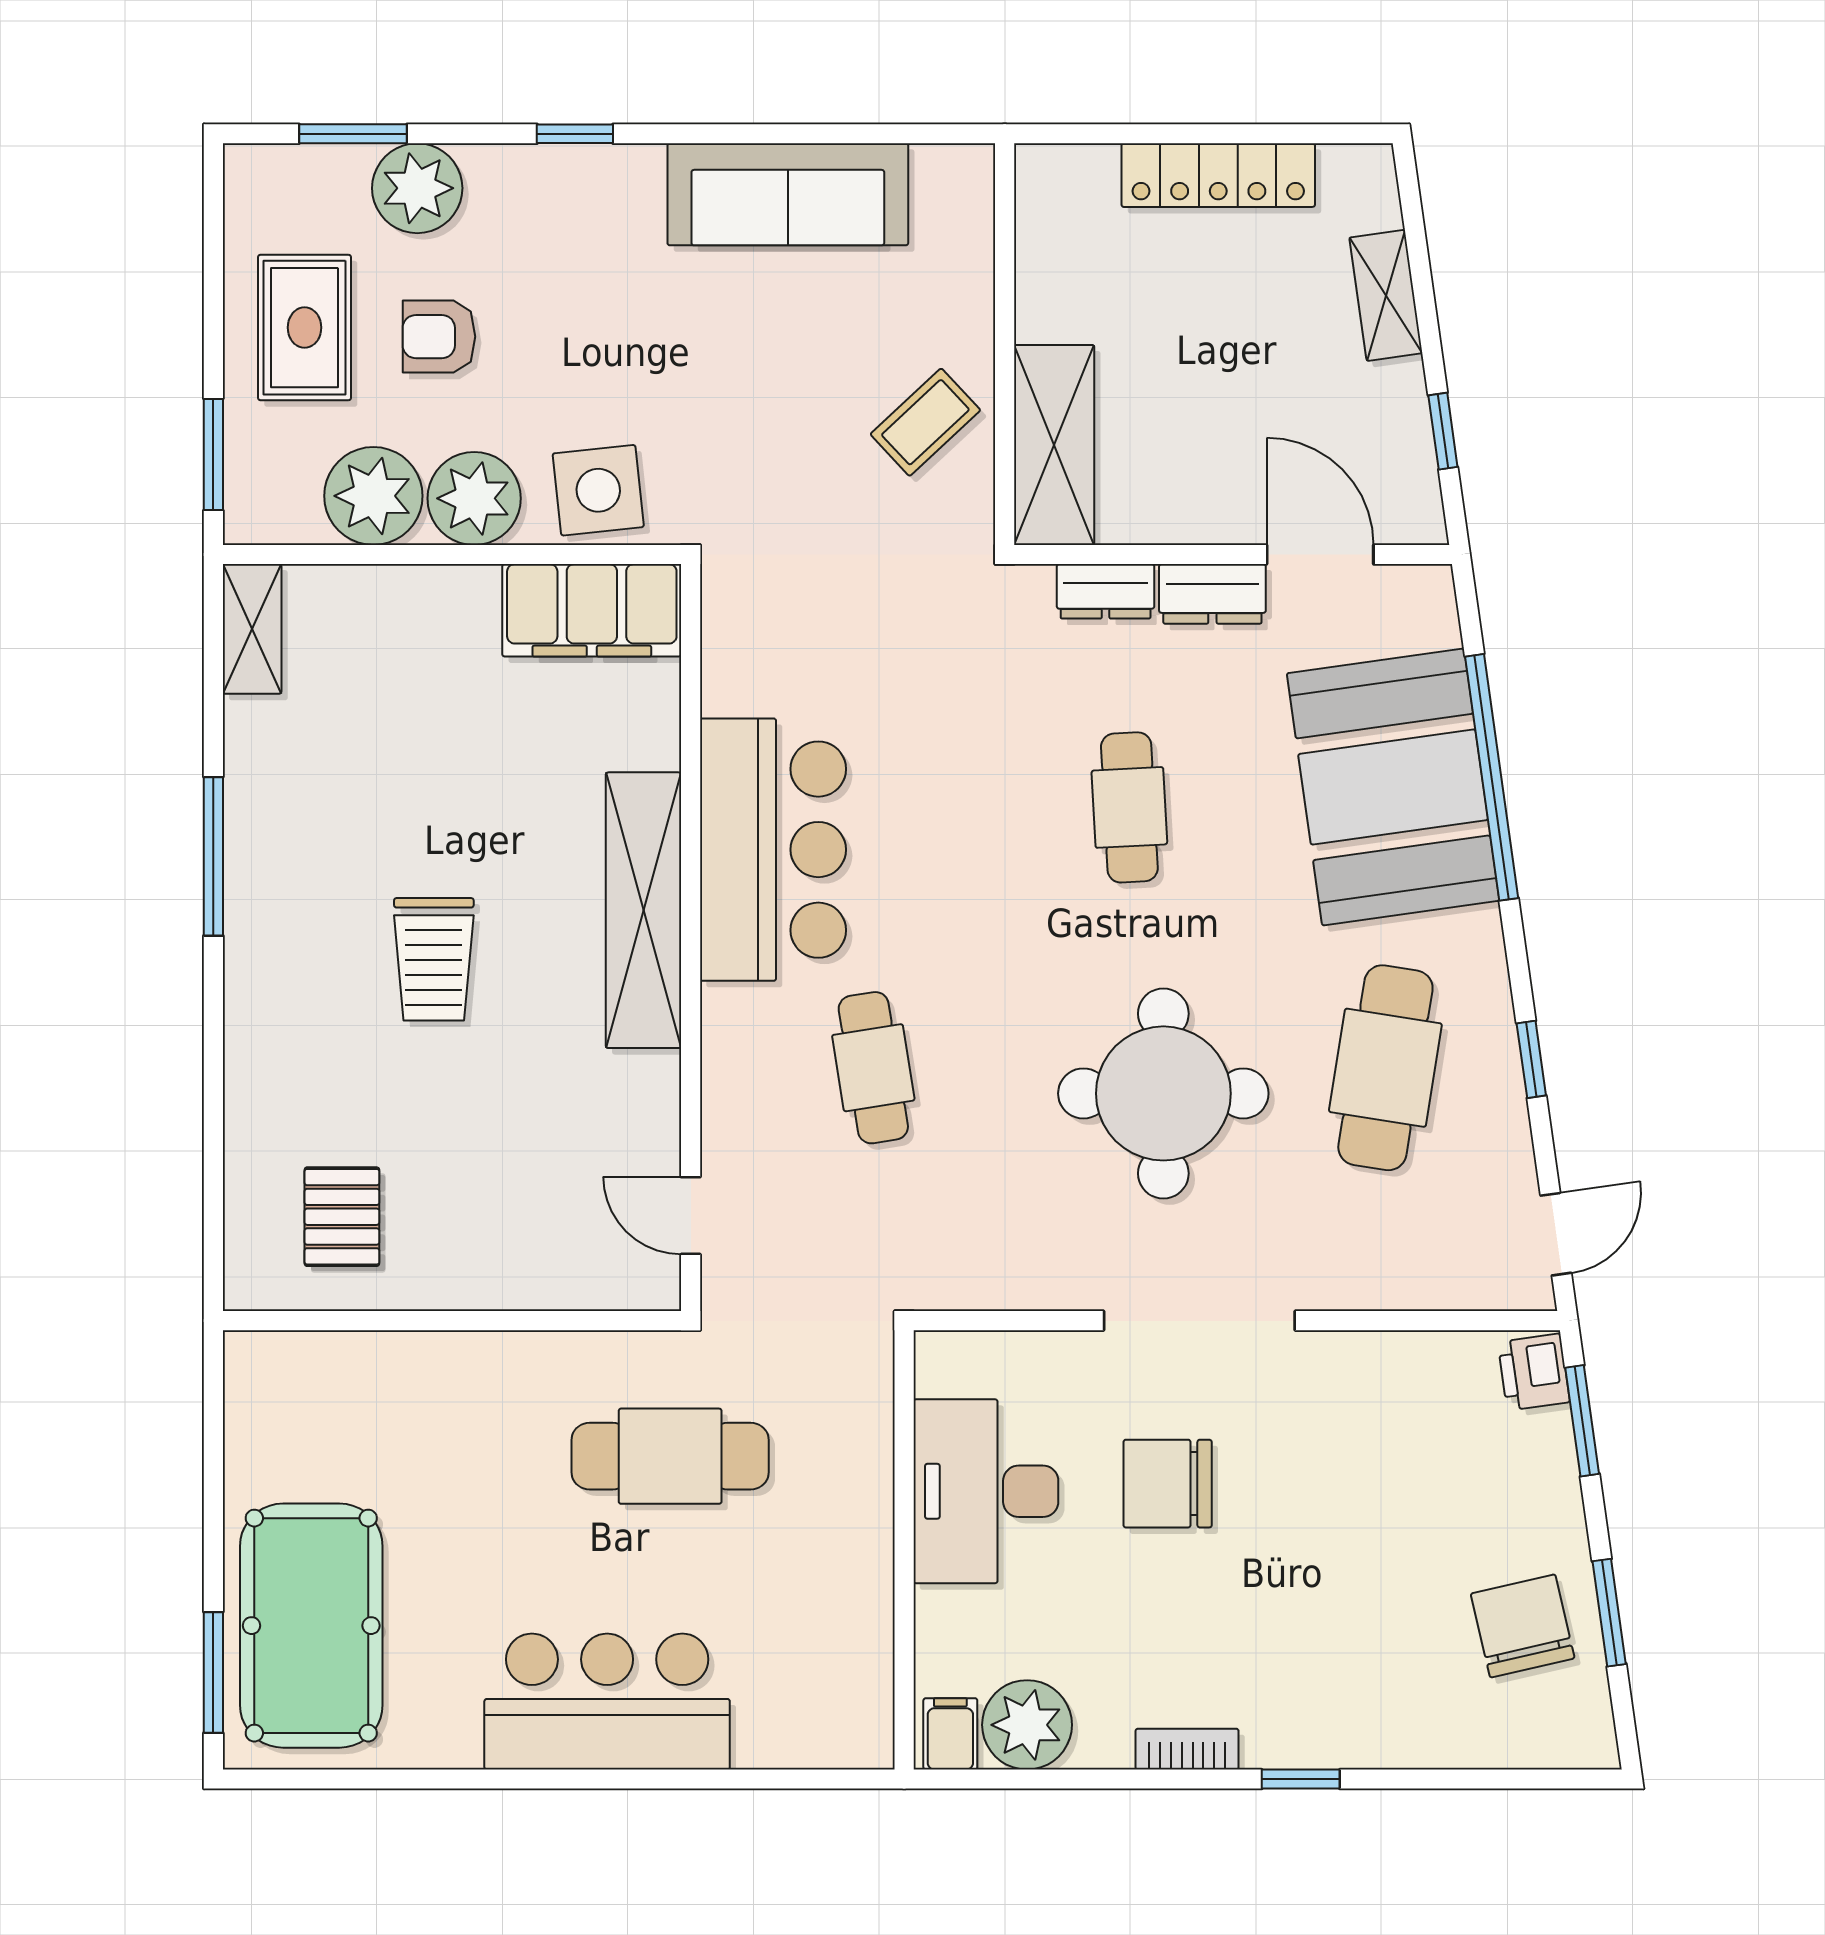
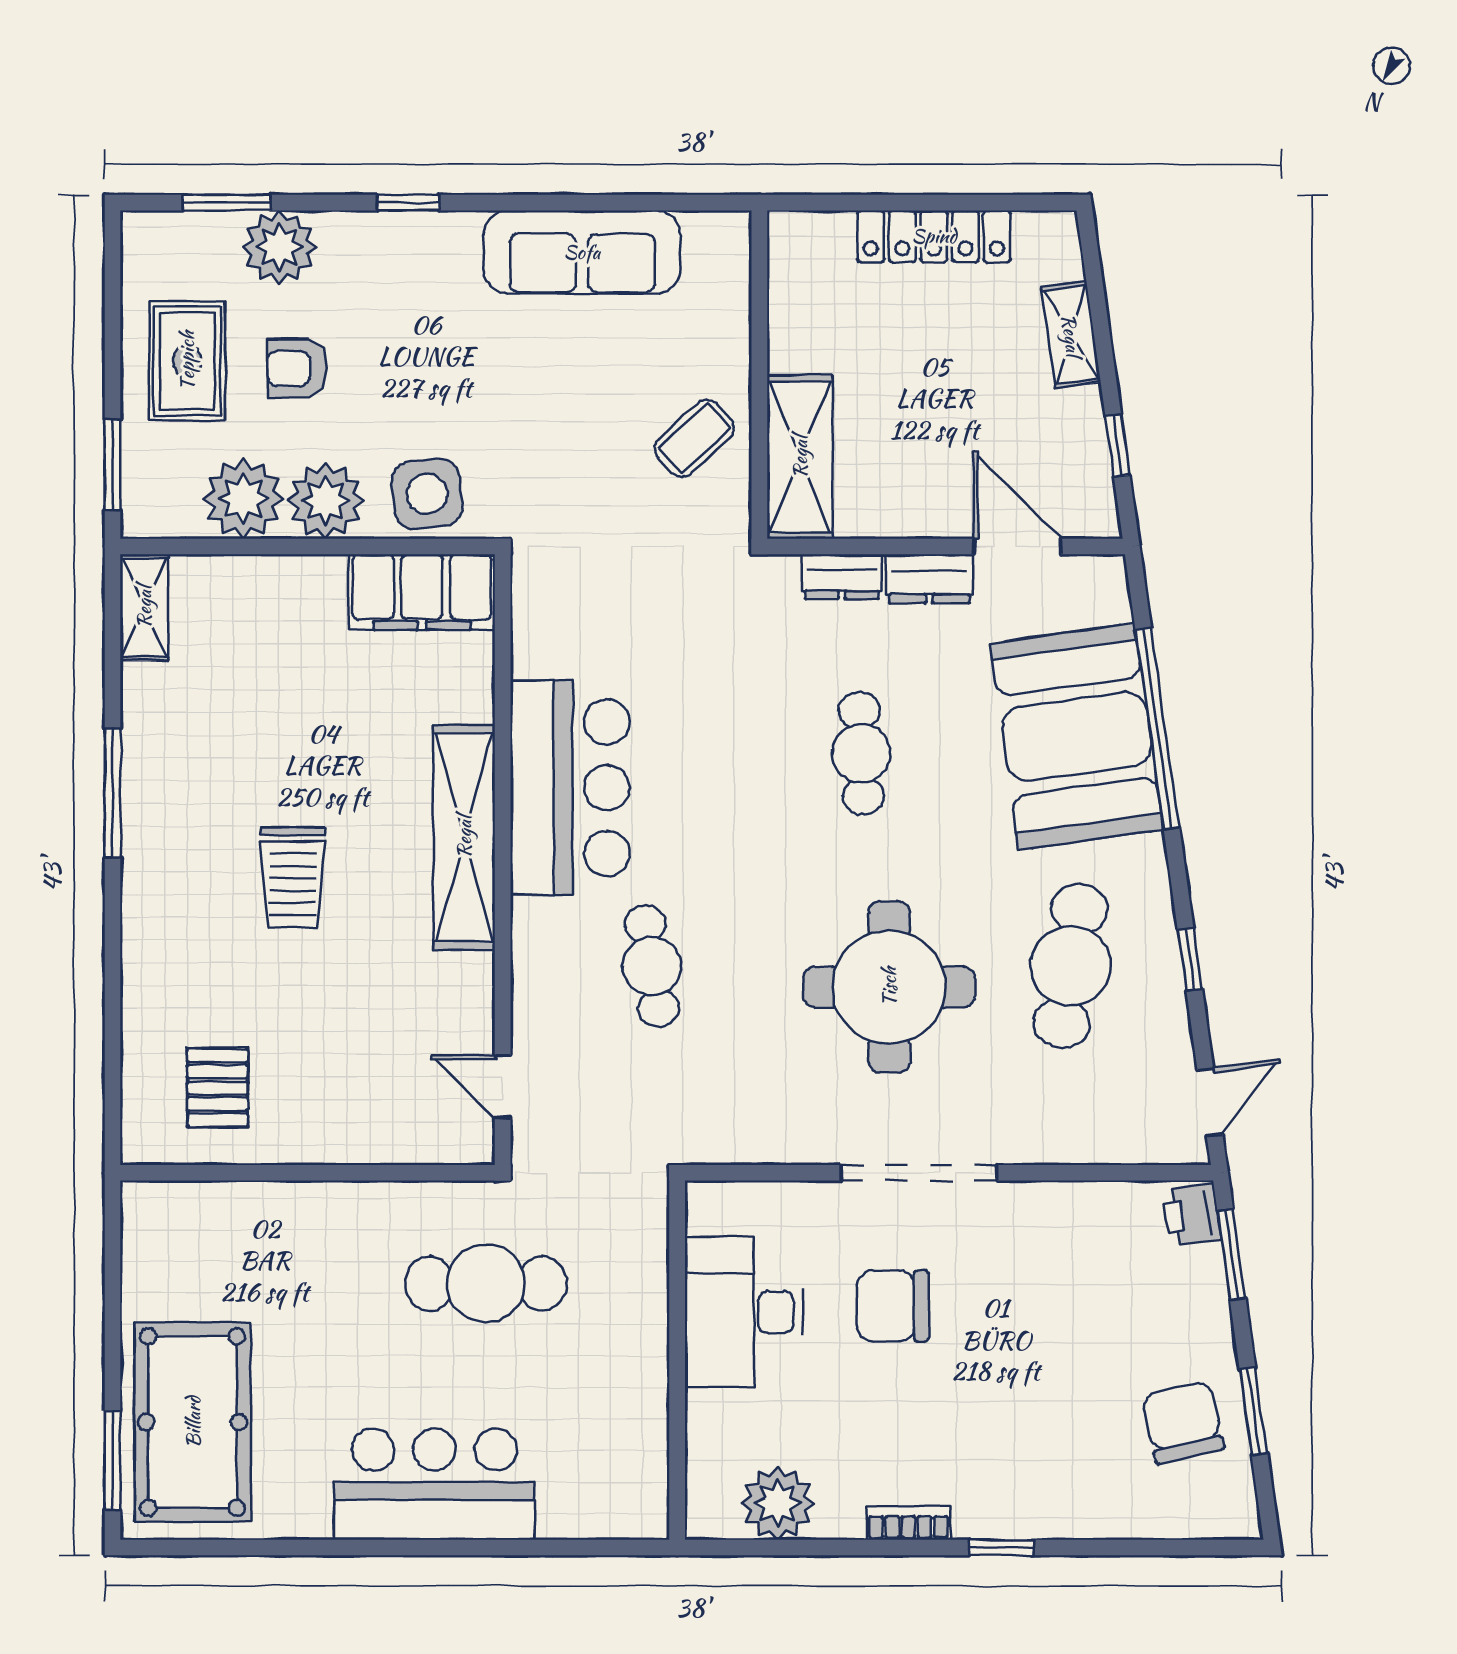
filing cabinet: (950, 1734) -> (715, 1510), removed

